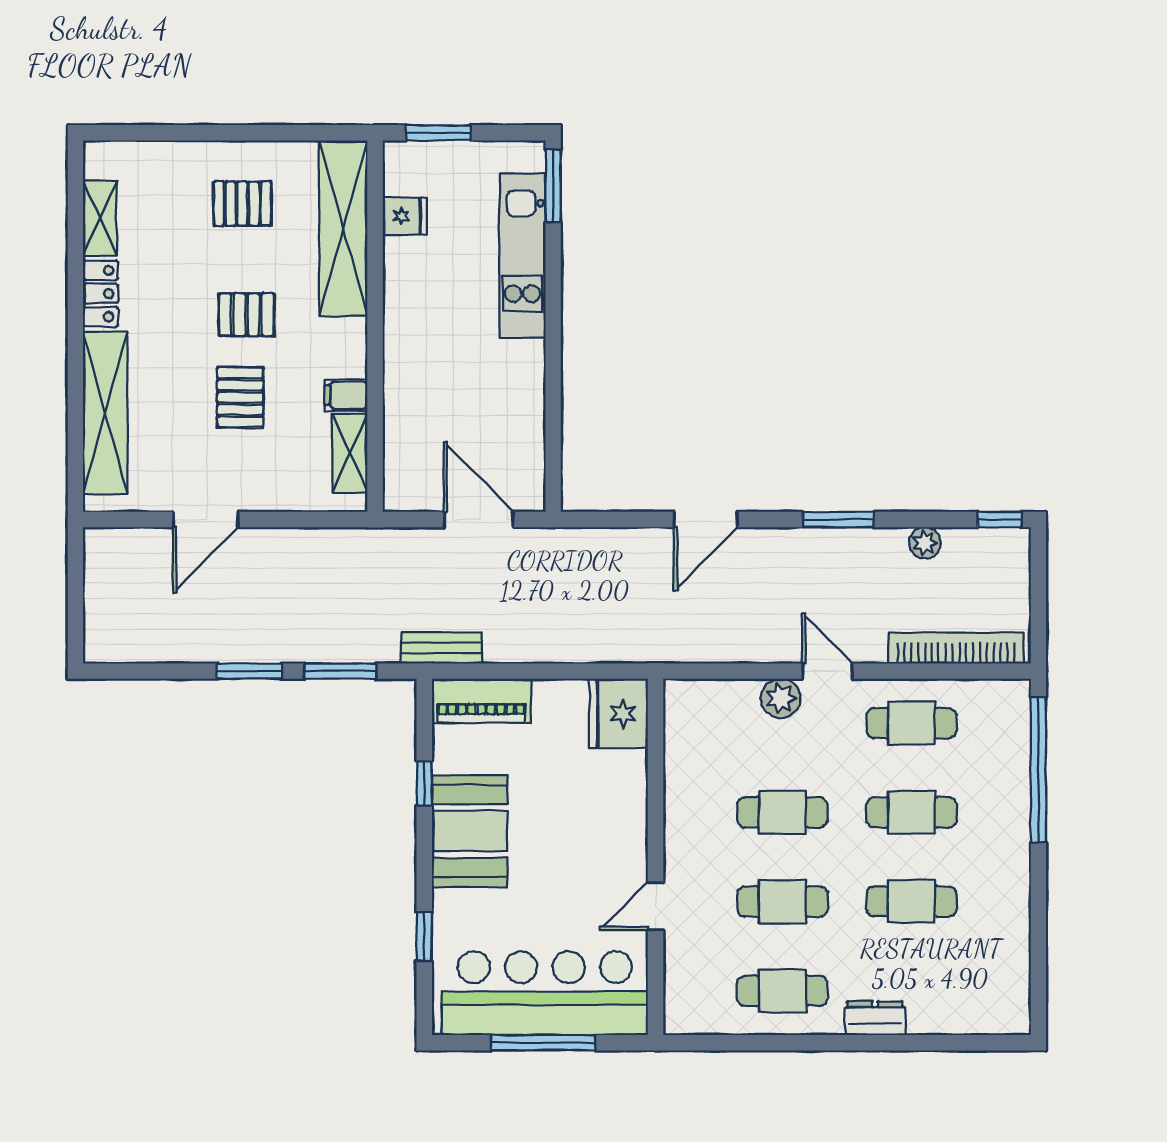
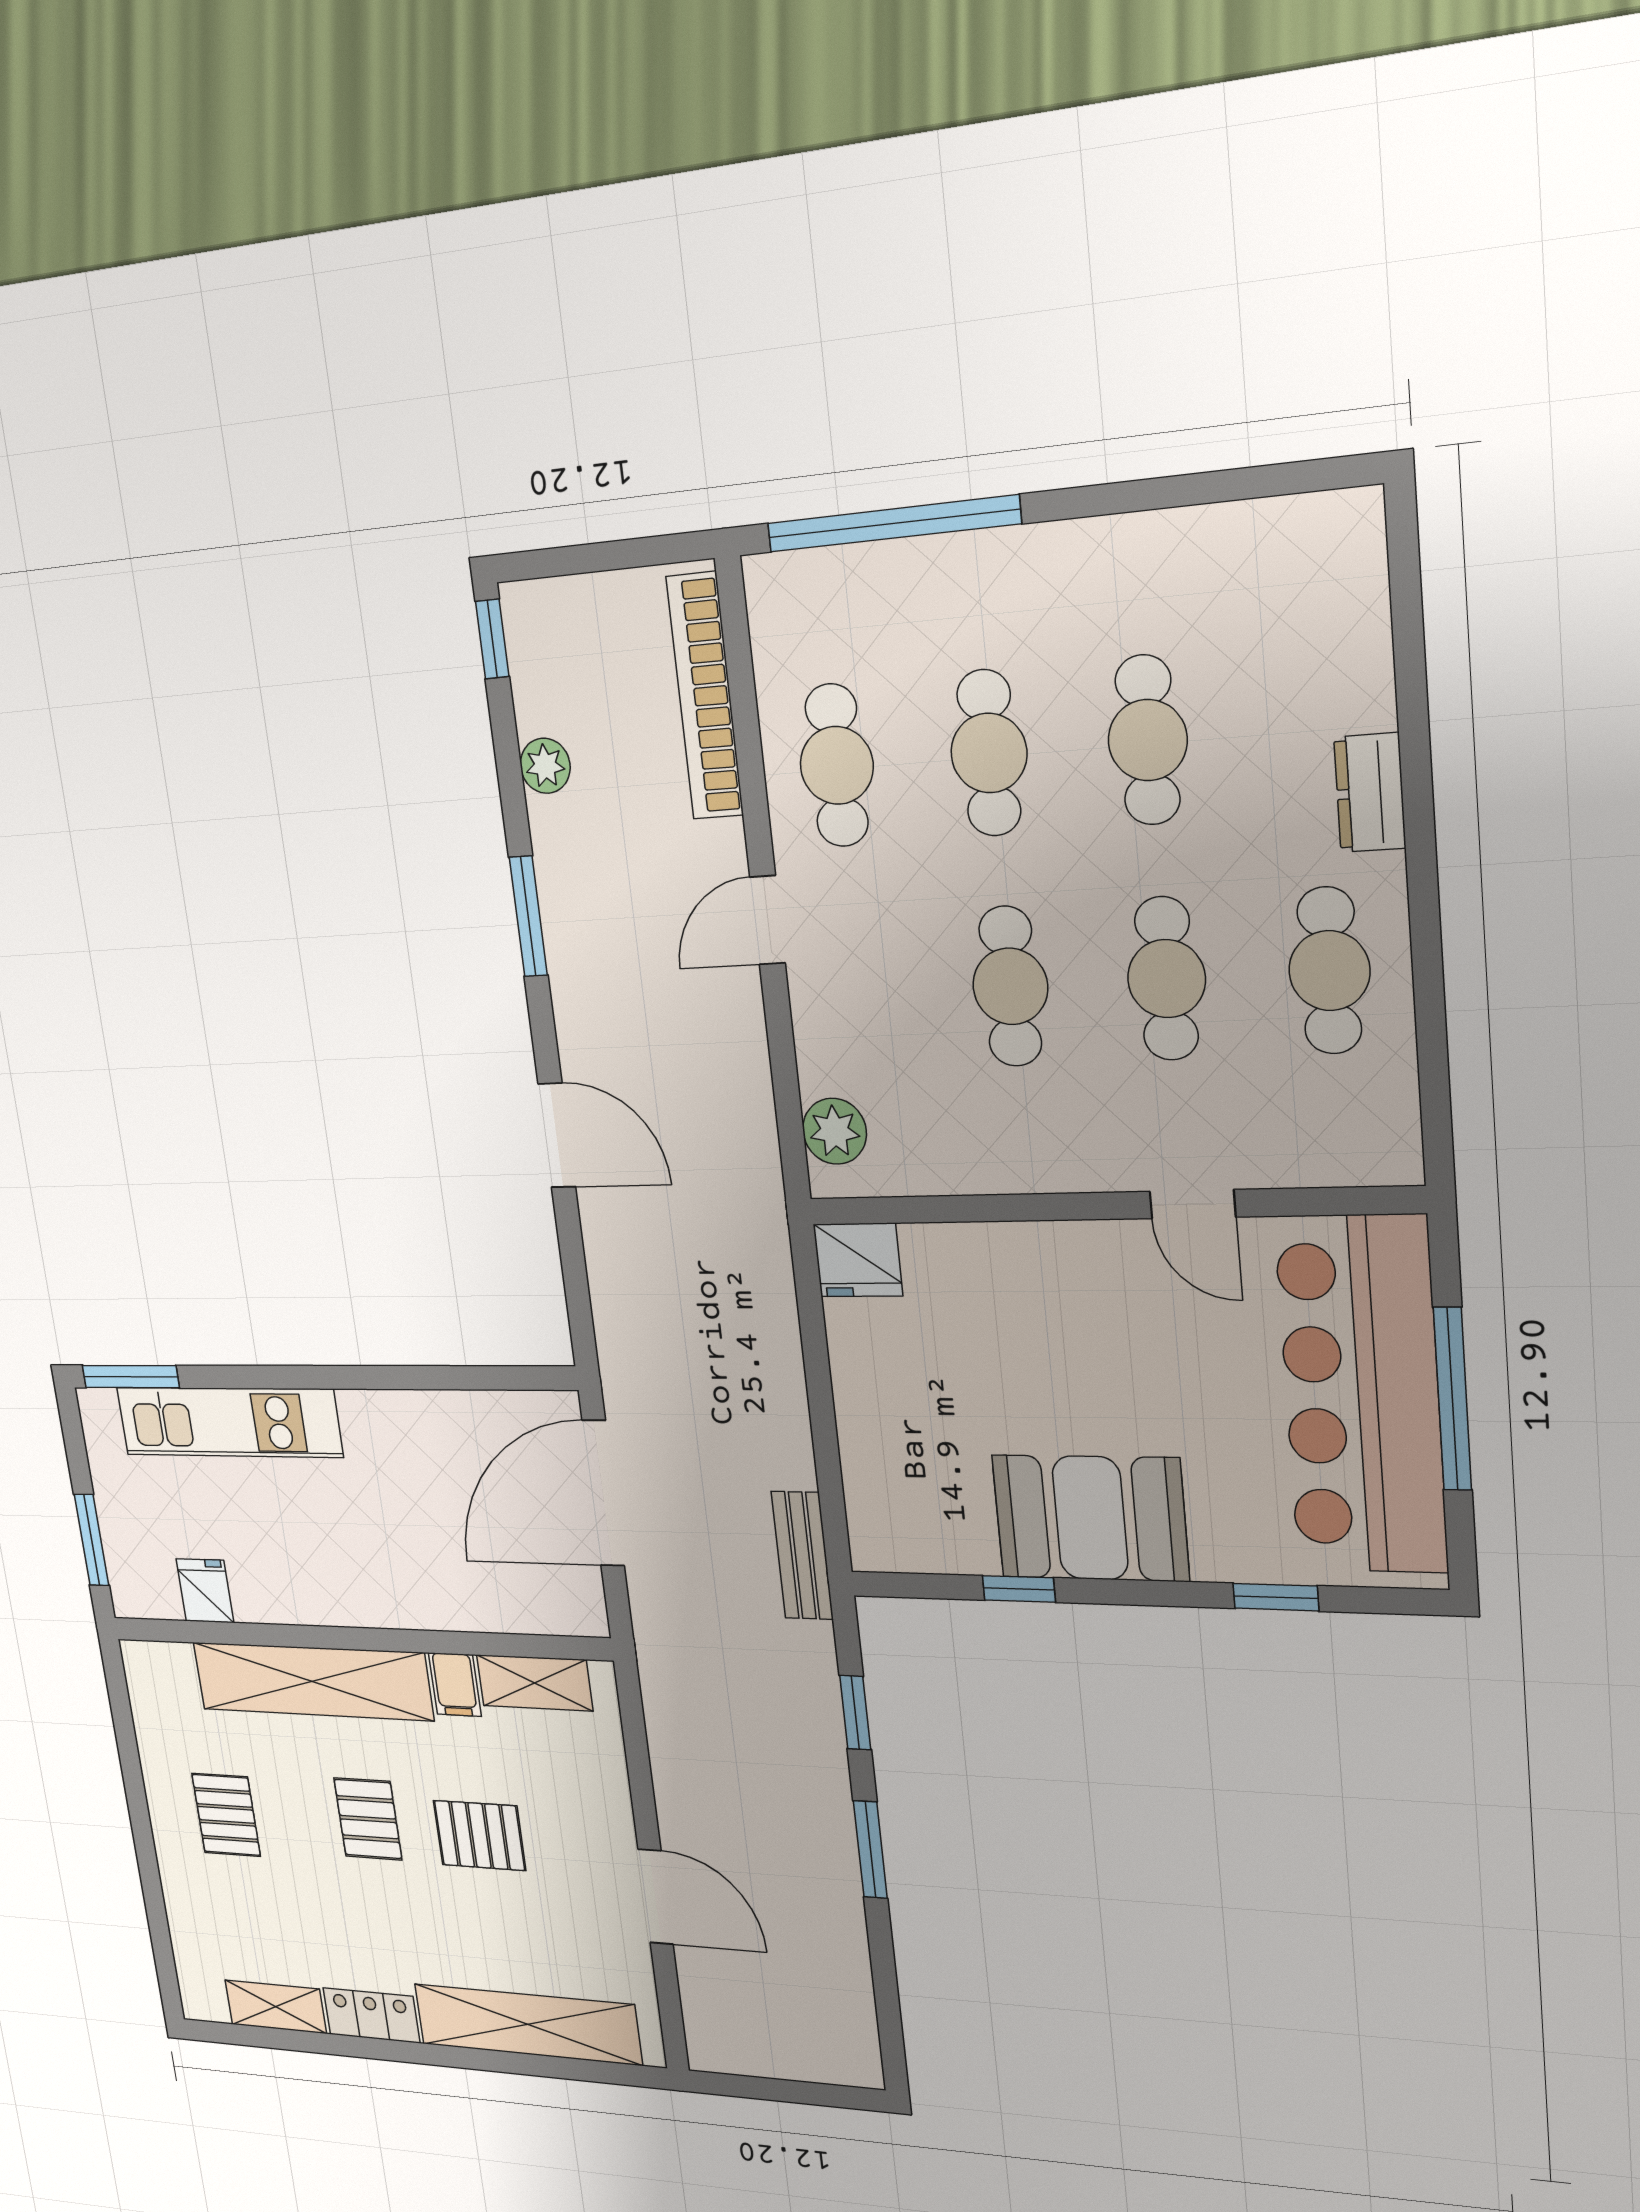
shelving: (343, 228) -> (312, 1681), moved
door: (479, 519) -> (603, 1493), width x1.36
window: (340, 671) -> (855, 1713), width x0.67
plant: (781, 698) -> (835, 1131), moved
piano: (481, 701) -> (877, 1495), removed
fridge: (618, 714) -> (858, 1260), width x0.73, depth x0.75

